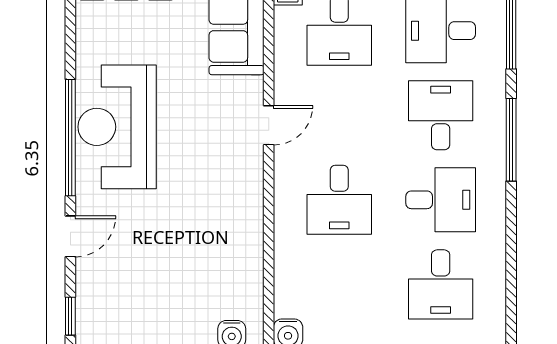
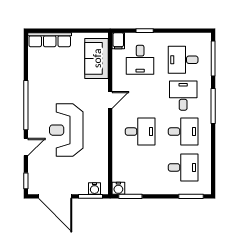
reception desk: (117, 127) -> (66, 130), moved
desk: (339, 200) -> (140, 132), turned -90
desk: (441, 284) -> (183, 167), turned -90

